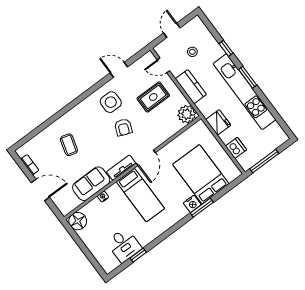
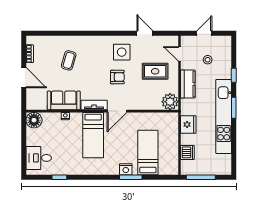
armchair: (123, 127) -> (117, 77), turned -112
bed: (201, 174) -> (148, 152), width x0.67
desk: (124, 245) -> (39, 158), moved, turned 90

